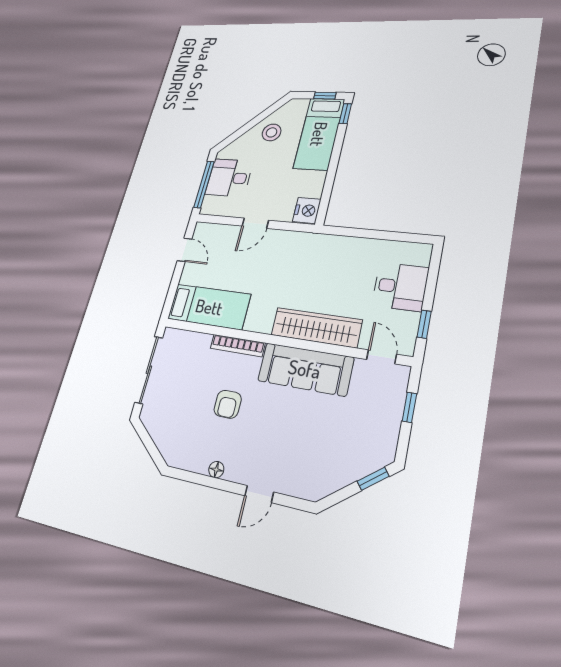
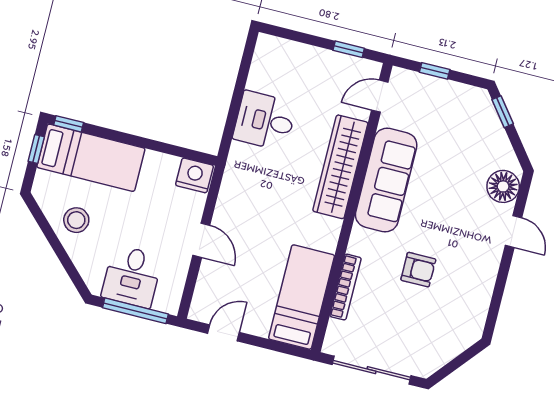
desk: (400, 287) -> (265, 121), moved, turned -90
bookcase: (238, 346) -> (345, 287), moved
floor lamp: (216, 470) -> (503, 186), moved, width x1.89, depth x1.89

